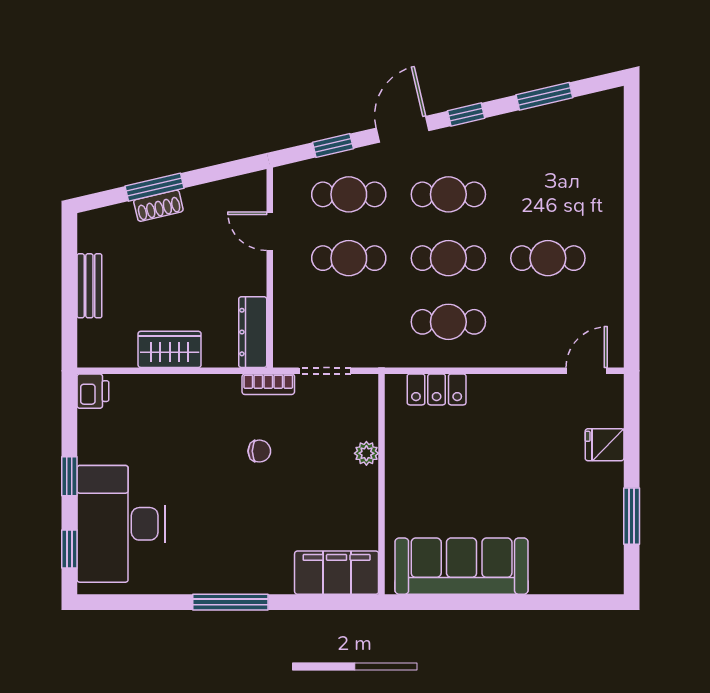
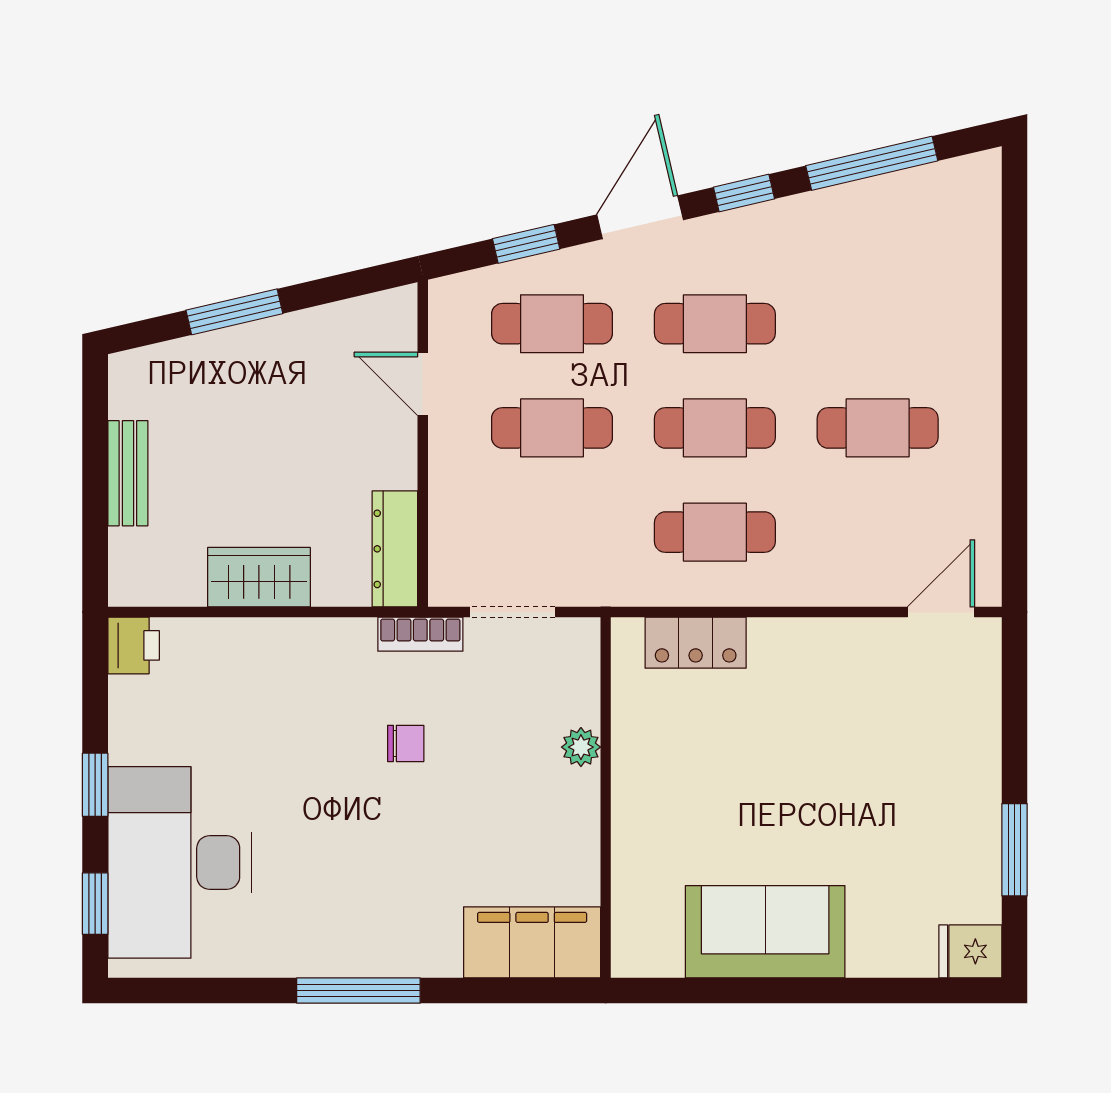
window: (544, 96) -> (872, 163), width x1.44
shoe rack: (158, 206) -> (241, 342), removed
fridge: (605, 445) -> (970, 951), moved
sofa: (462, 566) -> (765, 932), width x0.73

